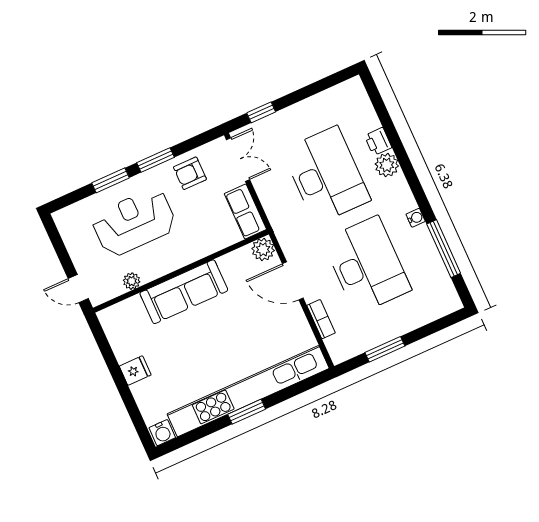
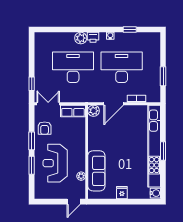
printer: (378, 141) -> (93, 37), moved
window: (444, 249) -> (130, 29), width x0.46
sofa: (184, 292) -> (96, 171), moved

